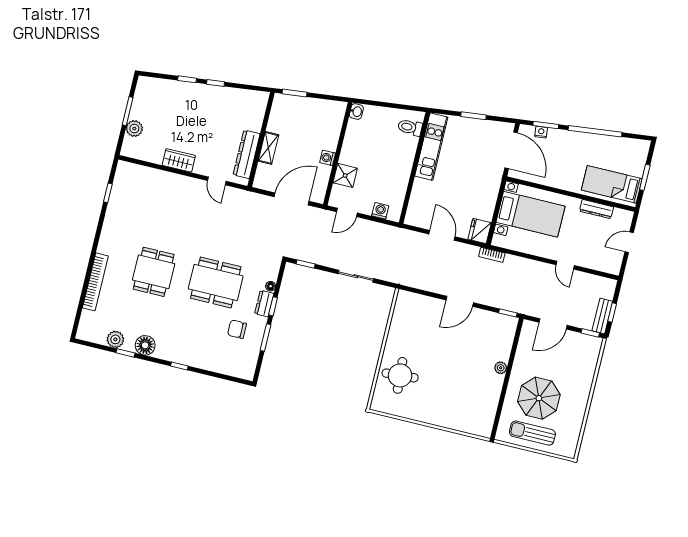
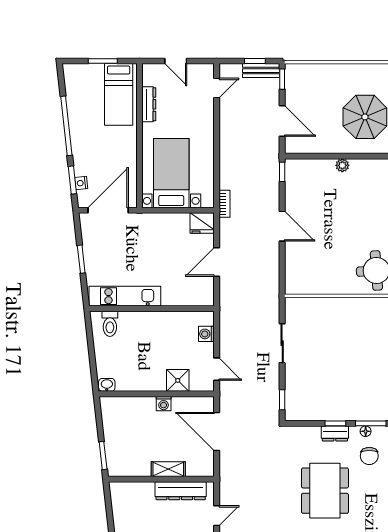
door: (565, 265) -> (217, 88), moved
floor lamp: (271, 286) -> (366, 431), moved

